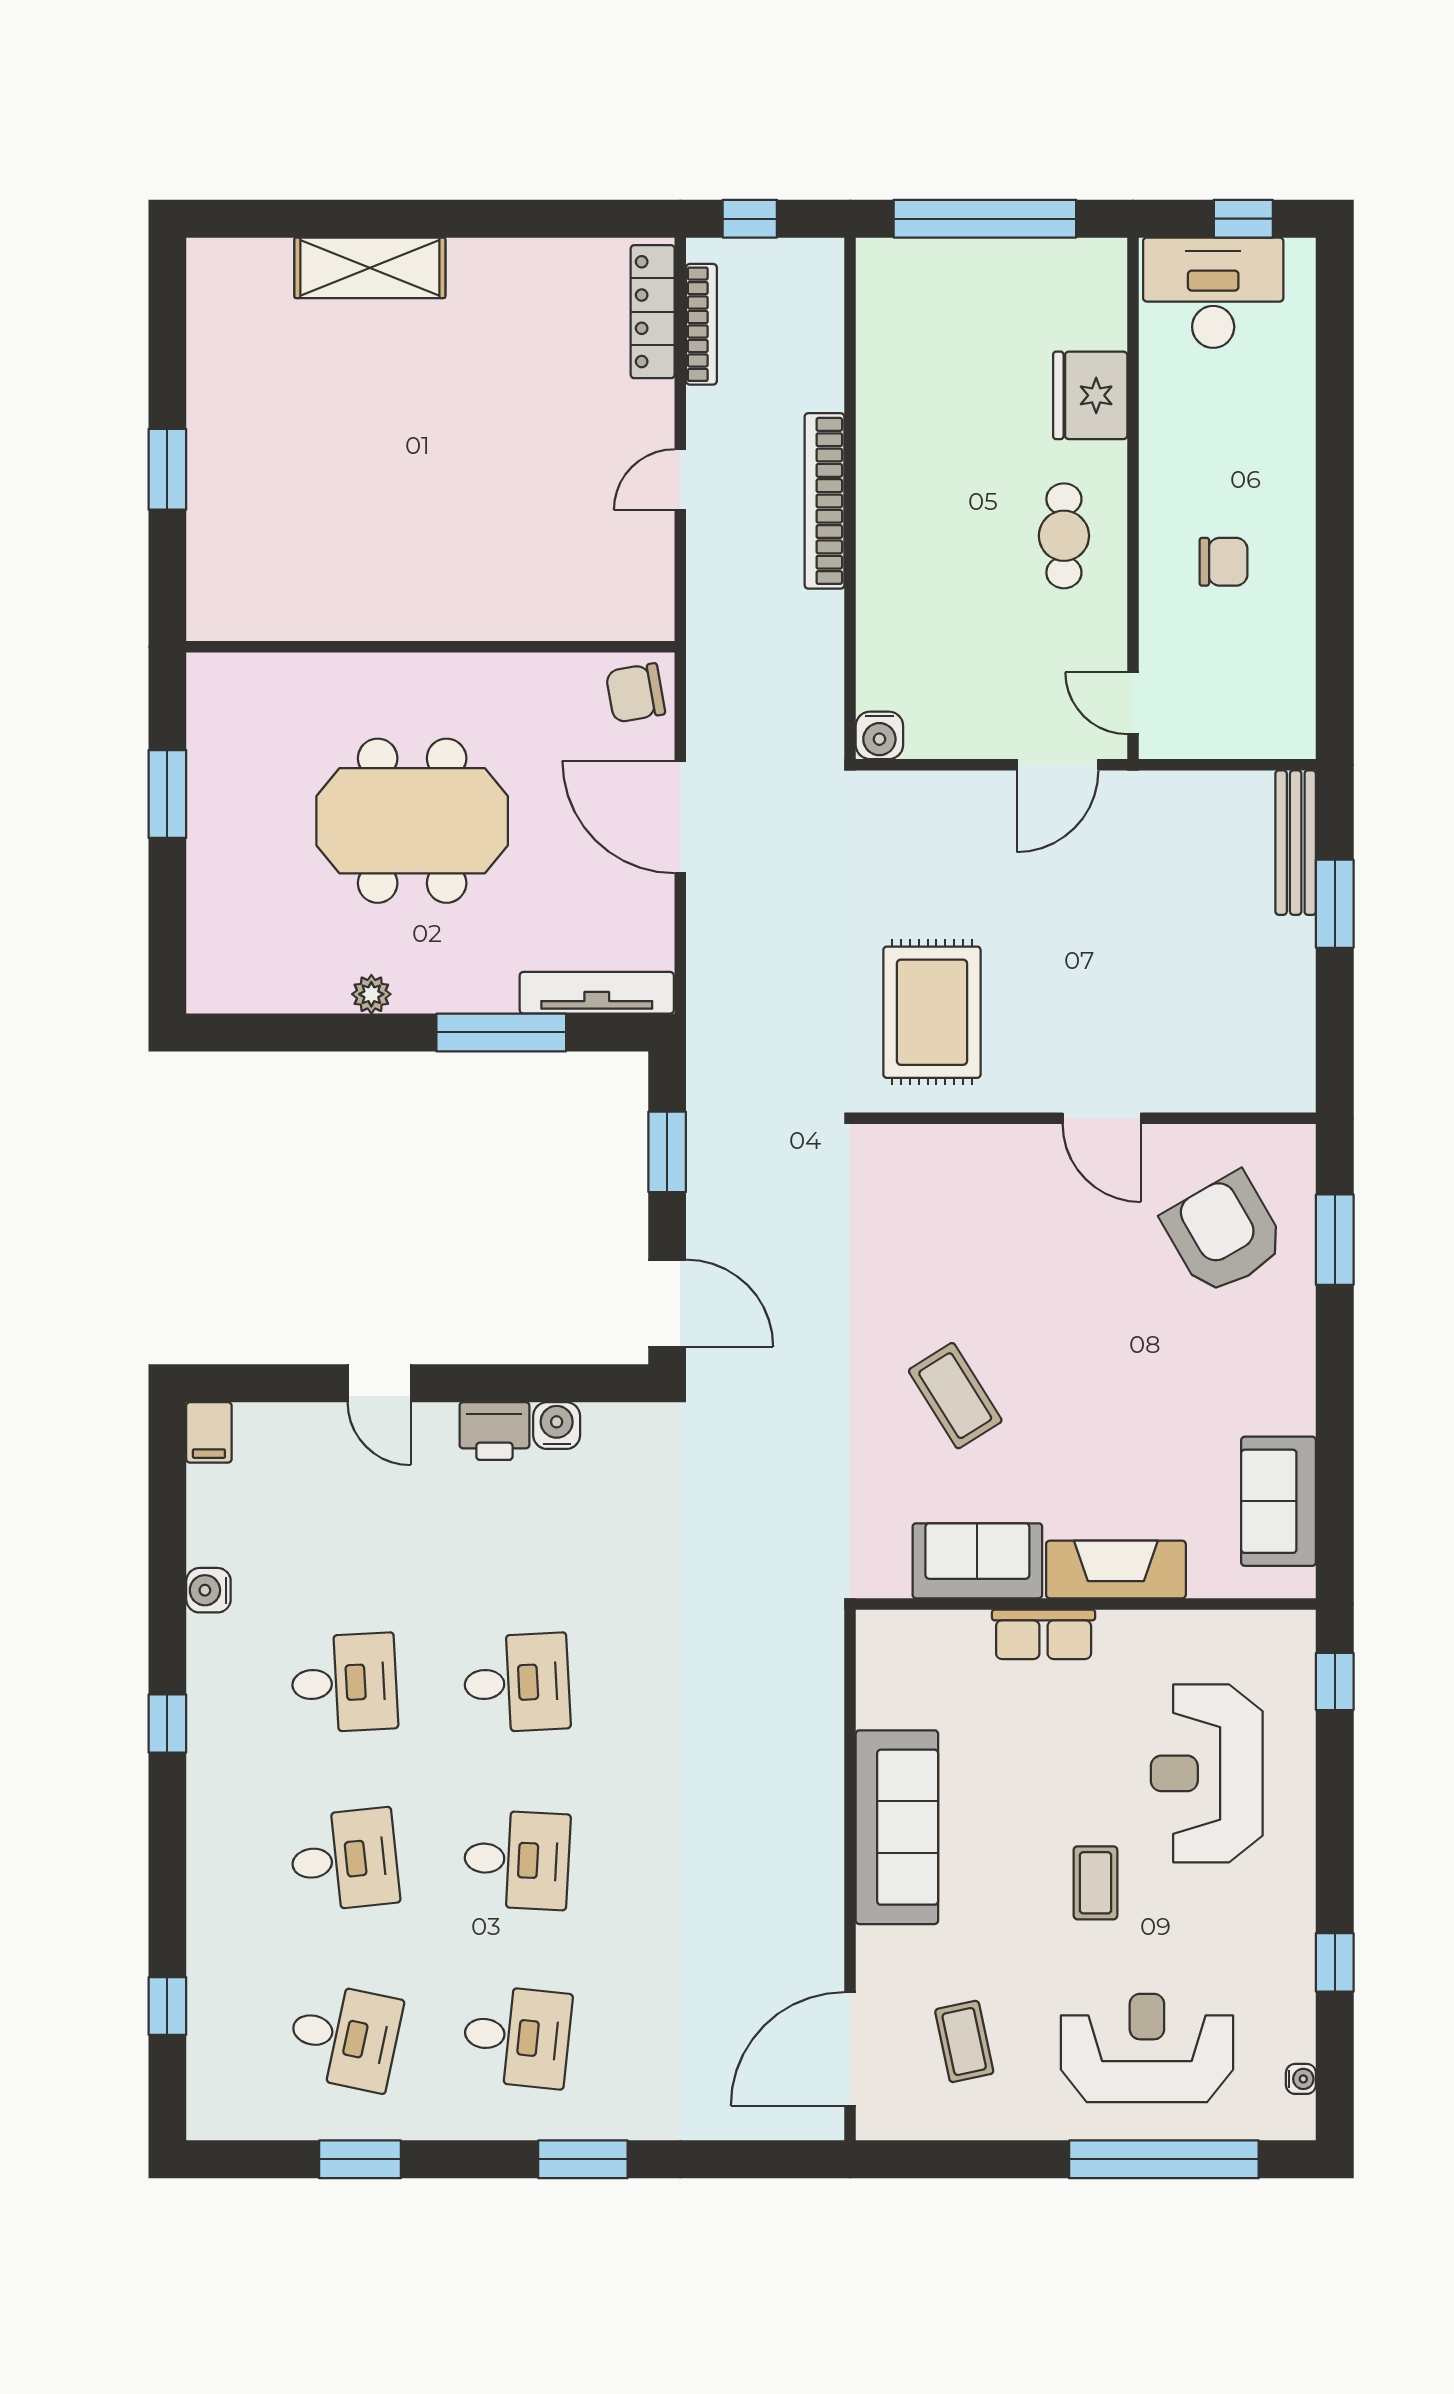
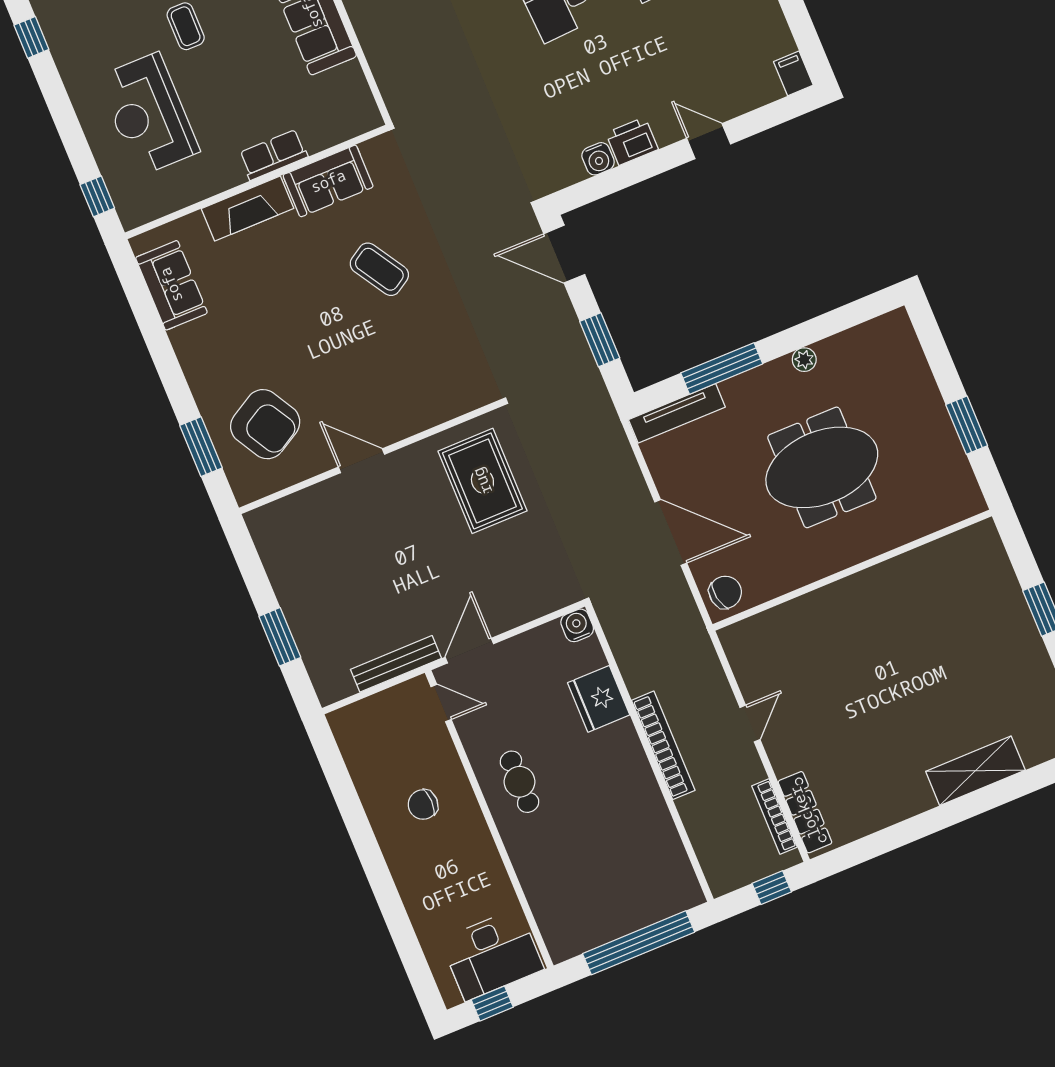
fridge: (1090, 395) -> (599, 699), moved, turned 180
bench: (1296, 843) -> (396, 664), moved, turned 90
reception desk: (1207, 1773) -> (148, 114), turned 180

